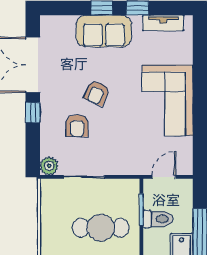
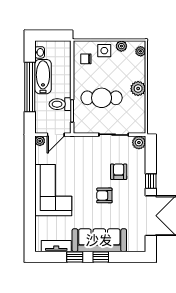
sofa: (104, 31) -> (99, 240), width x1.36
armchair: (97, 93) -> (104, 195), turned -114
plant: (186, 168) -> (40, 141), added
plant: (50, 241) -> (138, 89), added

